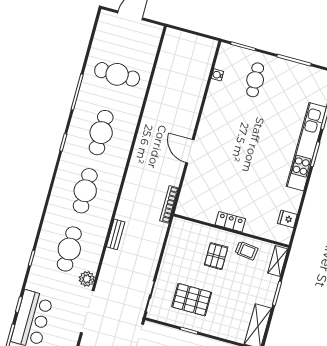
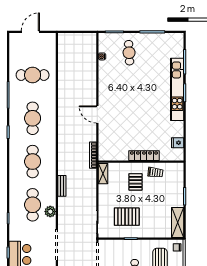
locker: (230, 222) -> (144, 156), width x1.53
shelving: (278, 261) -> (103, 174), moved
plant: (87, 279) -> (50, 212), moved

